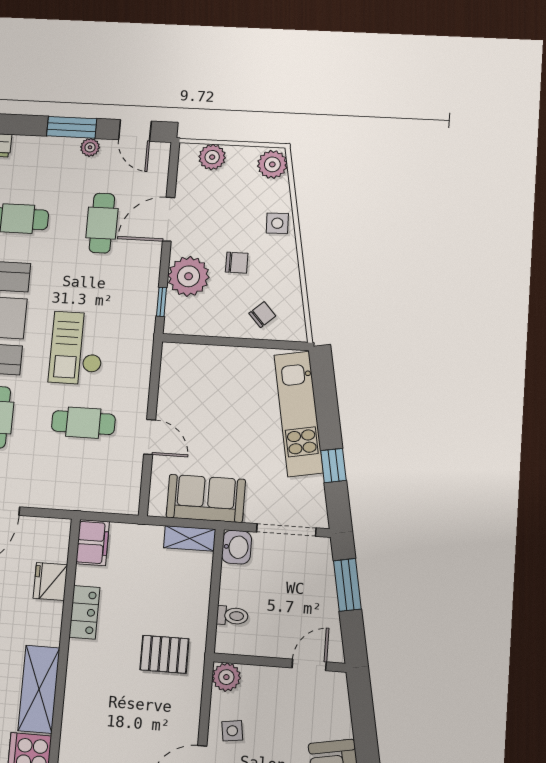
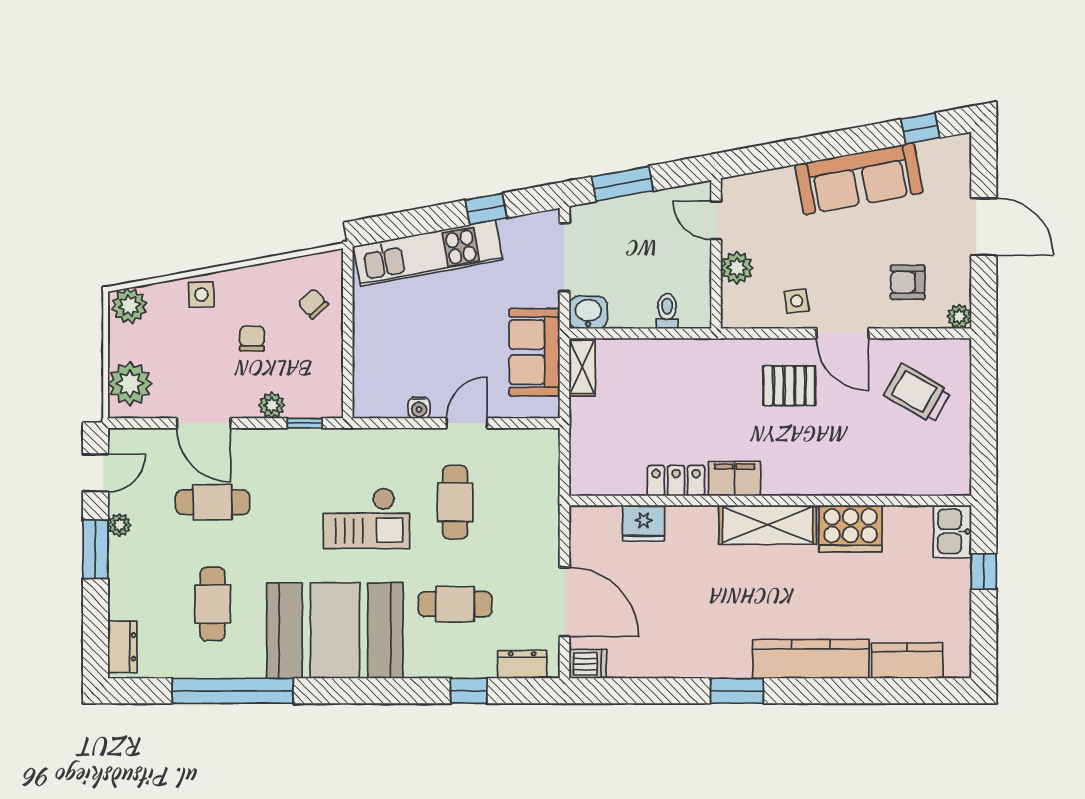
plant: (212, 157) -> (130, 384), width x1.36, depth x1.36
plant: (189, 276) -> (272, 405), width x0.53, depth x0.53
water cooler: (166, 398) -> (419, 408), added
filing cabinet: (93, 543) -> (735, 479), moved
pallet: (164, 654) -> (789, 386), moved, turned 90
plant: (226, 677) -> (737, 268), moved

